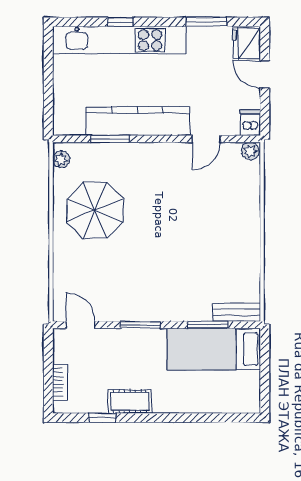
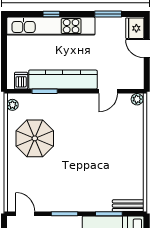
dishwasher: (250, 123) -> (21, 81), moved

